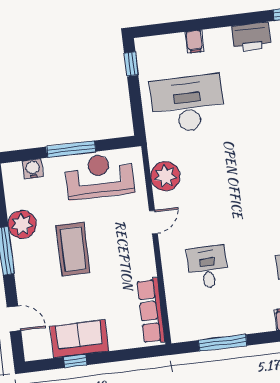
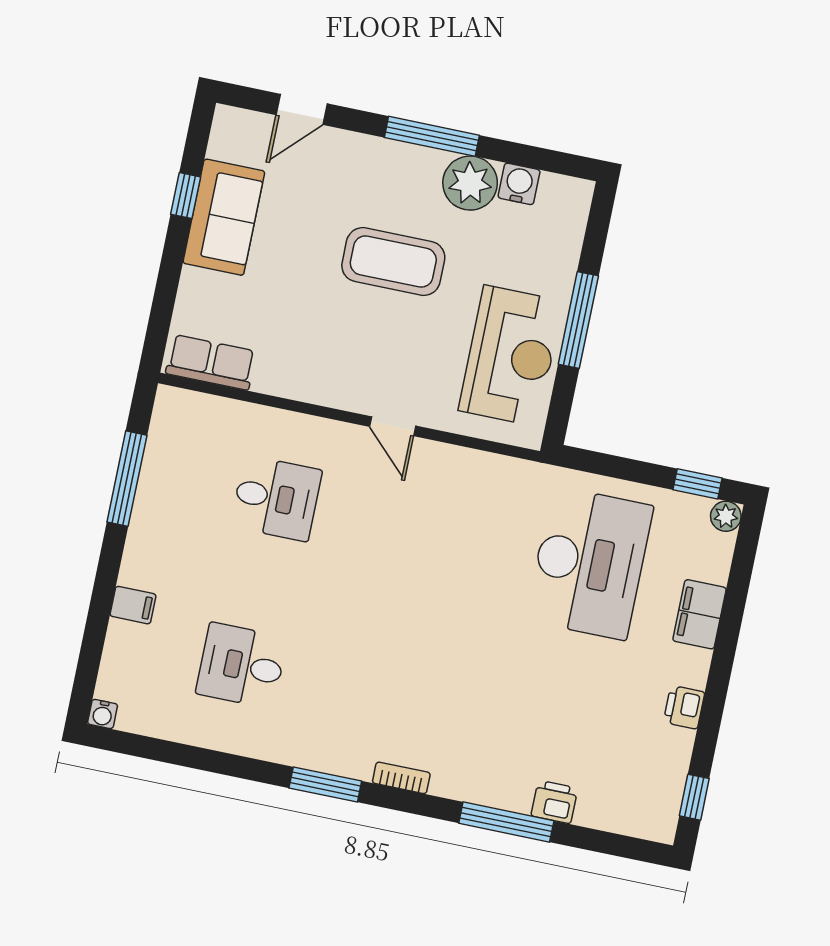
printer: (251, 37) -> (684, 707), width x0.53, depth x0.68
filing cabinet: (194, 42) -> (699, 614), width x2.00
water cooler: (33, 169) -> (519, 184), moved, turned -90
plant: (165, 176) -> (726, 516), moved, width x0.53, depth x0.53
row of seats: (151, 311) -> (211, 362), width x0.68

